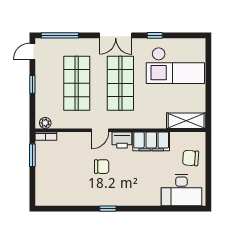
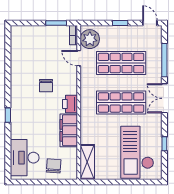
window: (60, 35) -> (164, 60), moved
window: (155, 35) -> (164, 144), moved
plant: (45, 123) -> (90, 39), width x1.88, depth x1.88
door: (100, 130) -> (79, 58), moved
window: (108, 209) -> (8, 115), moved

